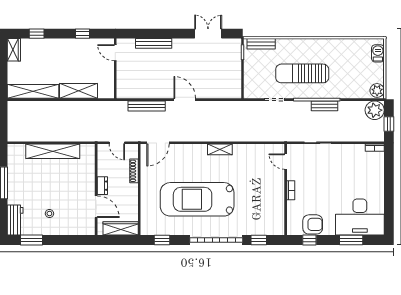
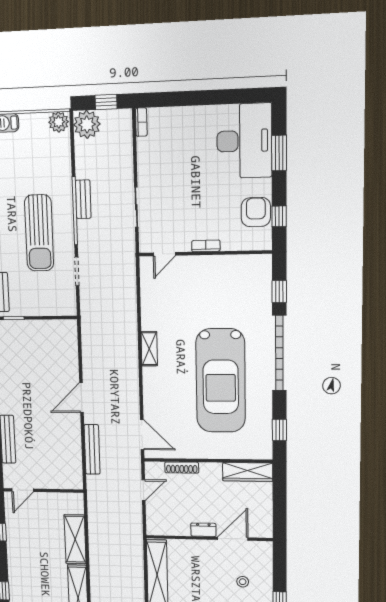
dresser: (102, 186) -> (203, 530), moved
wall: (96, 190) -> (209, 538), moved
door: (96, 207) -> (233, 539), moved
wardrobe: (121, 228) -> (248, 472), moved, turned -90

